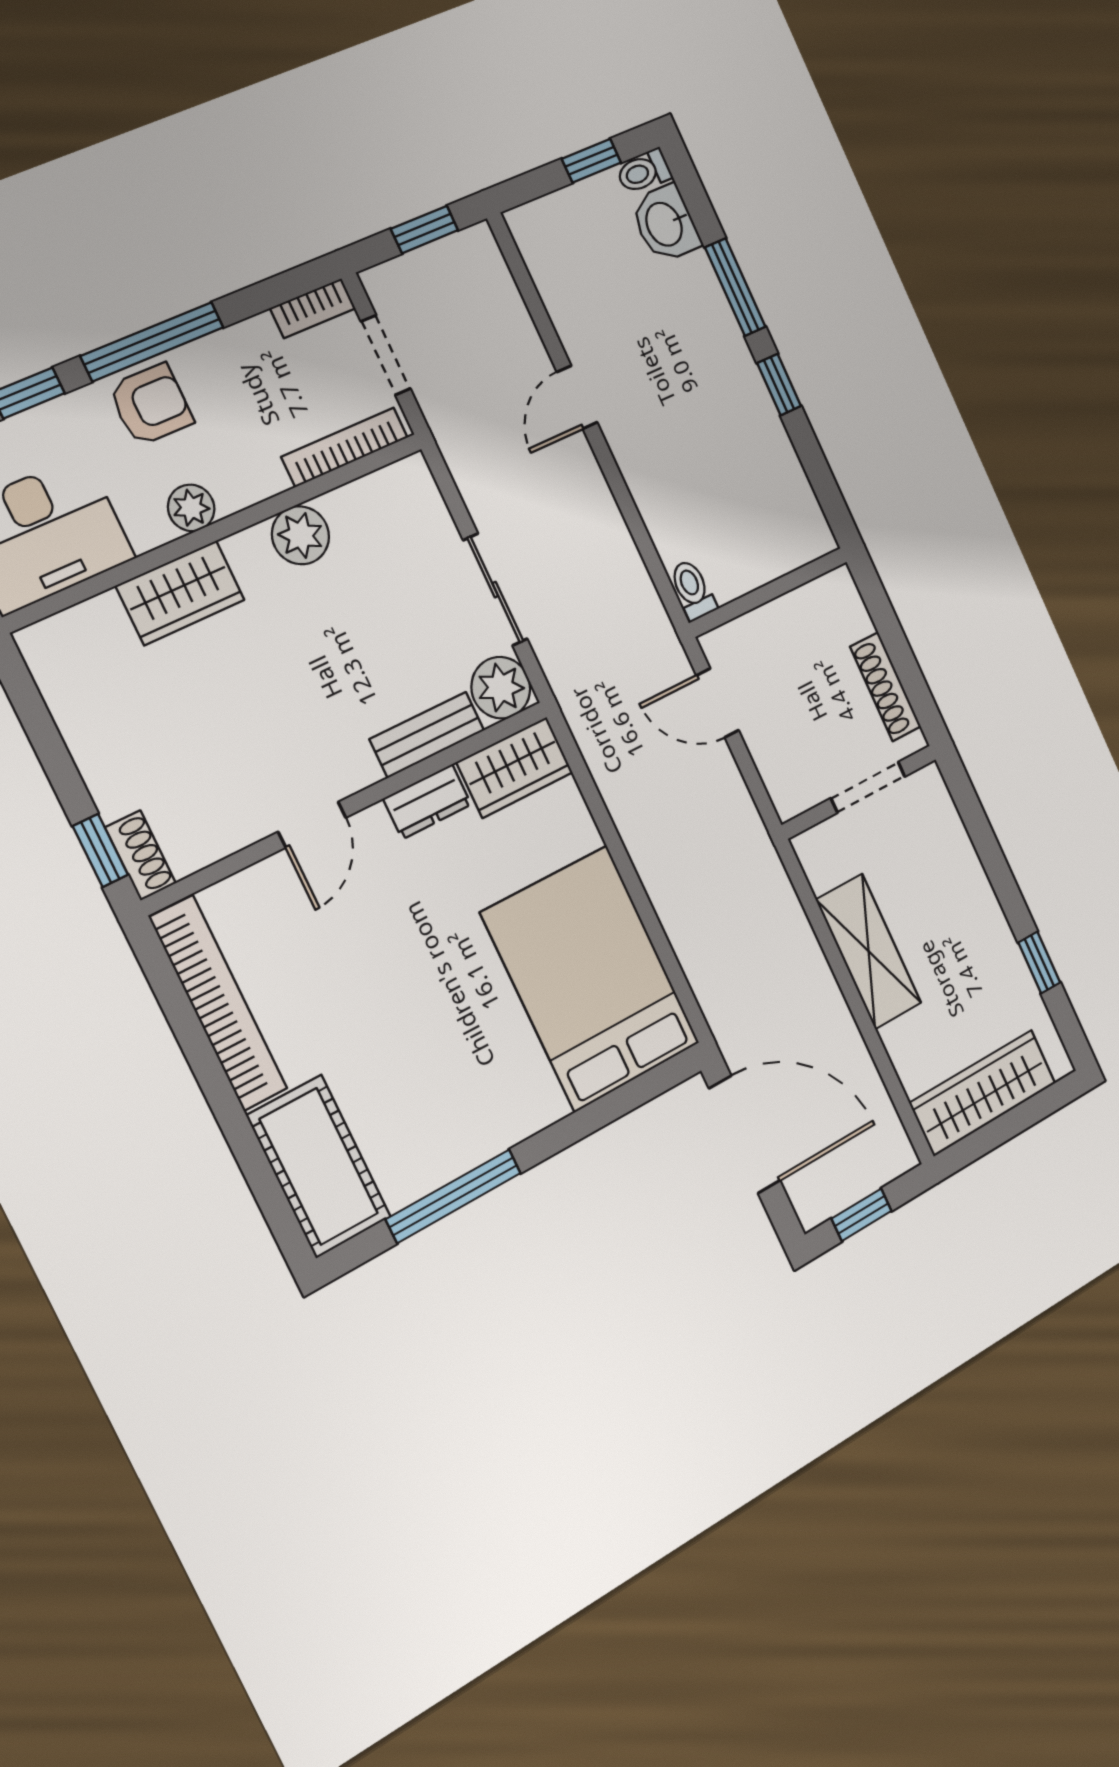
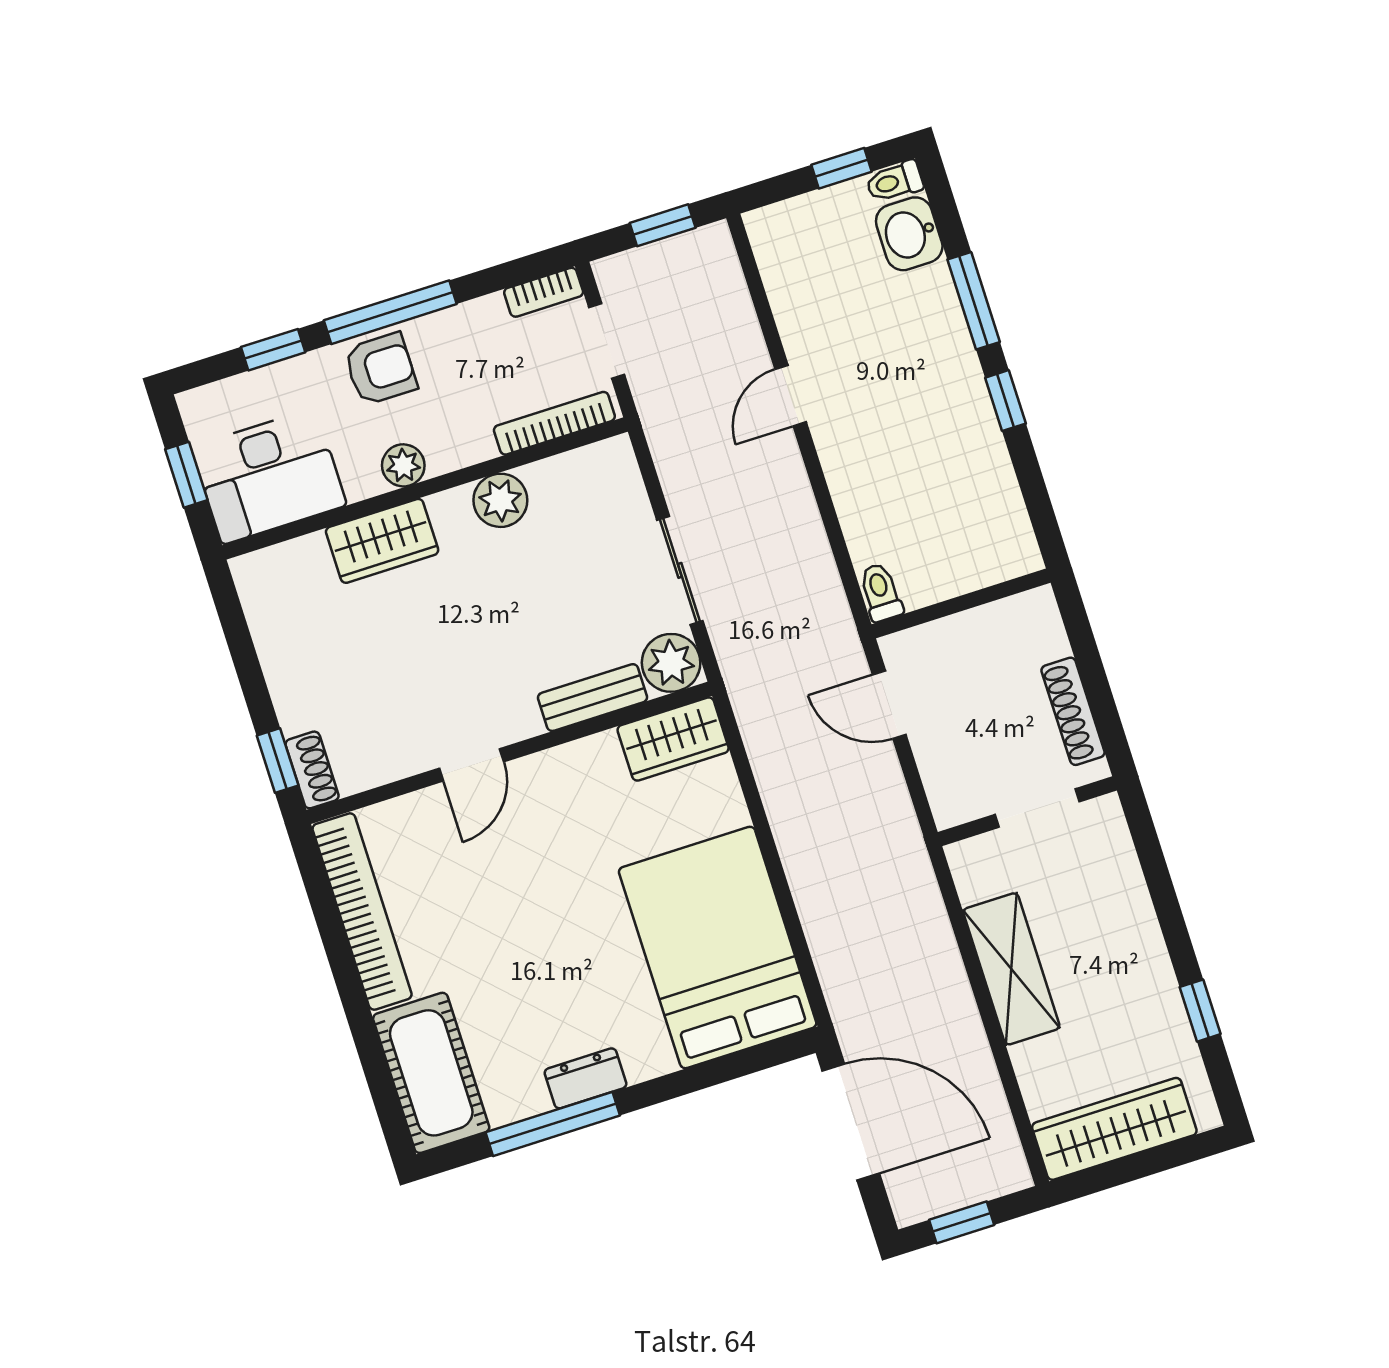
dresser: (427, 802) -> (585, 1078), moved, turned 180

